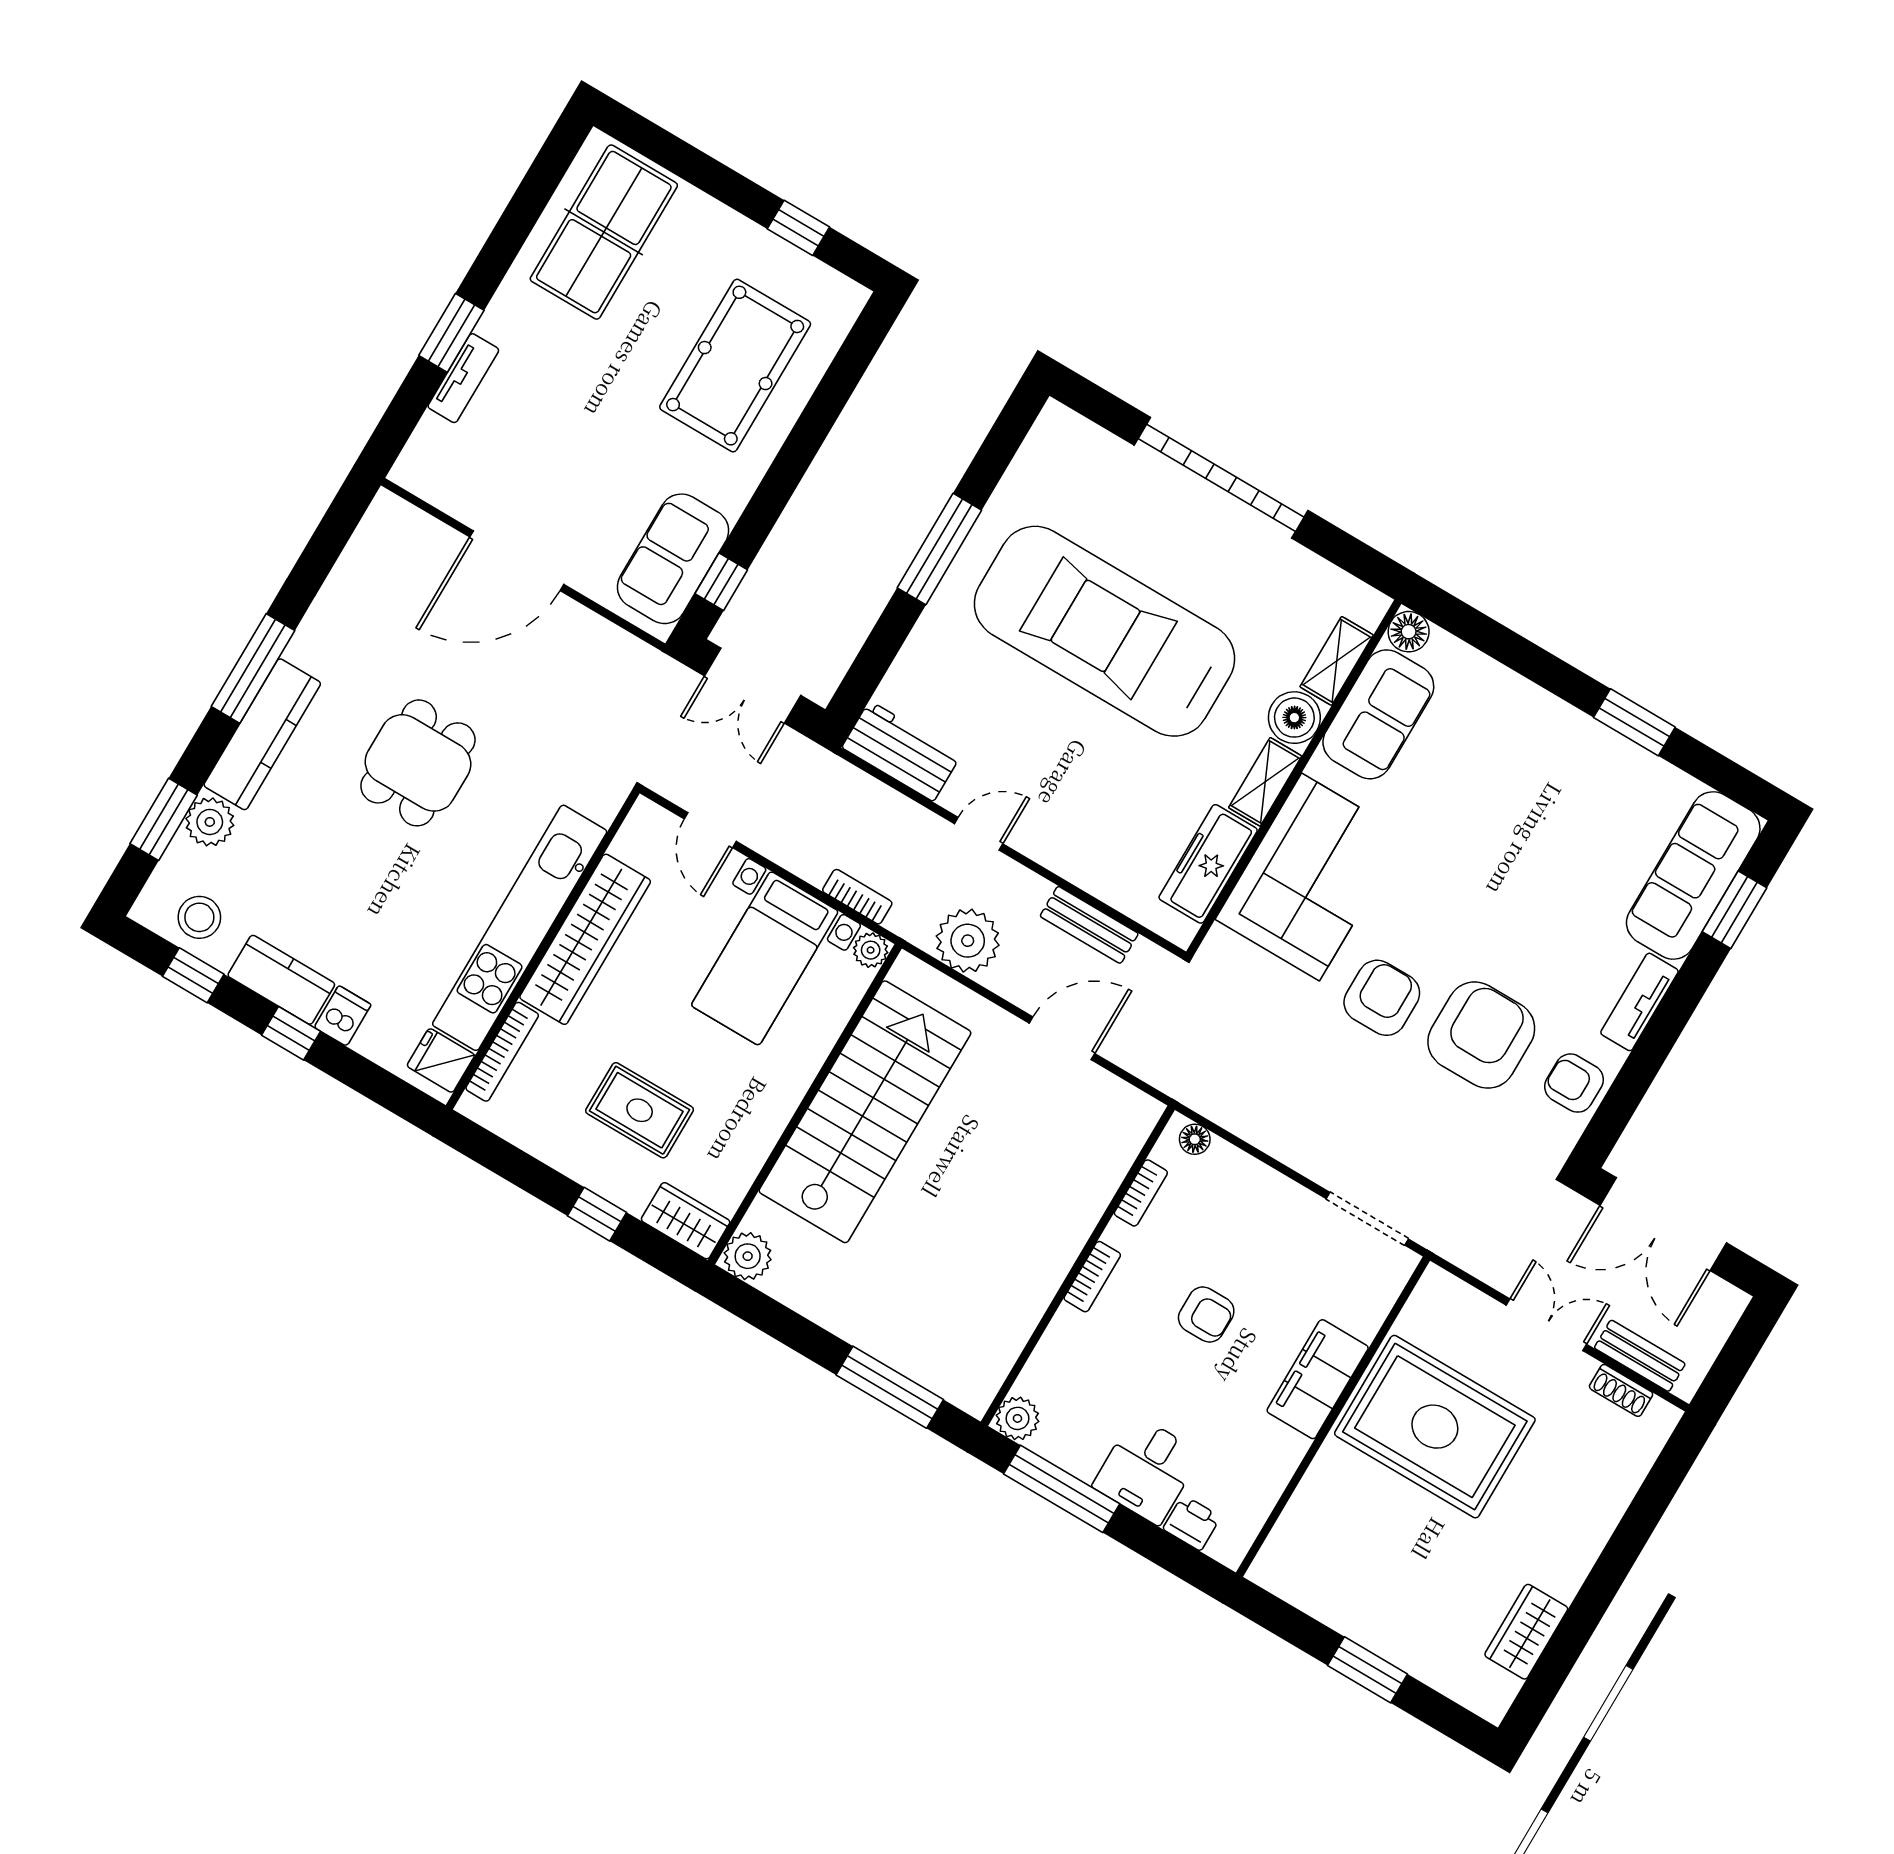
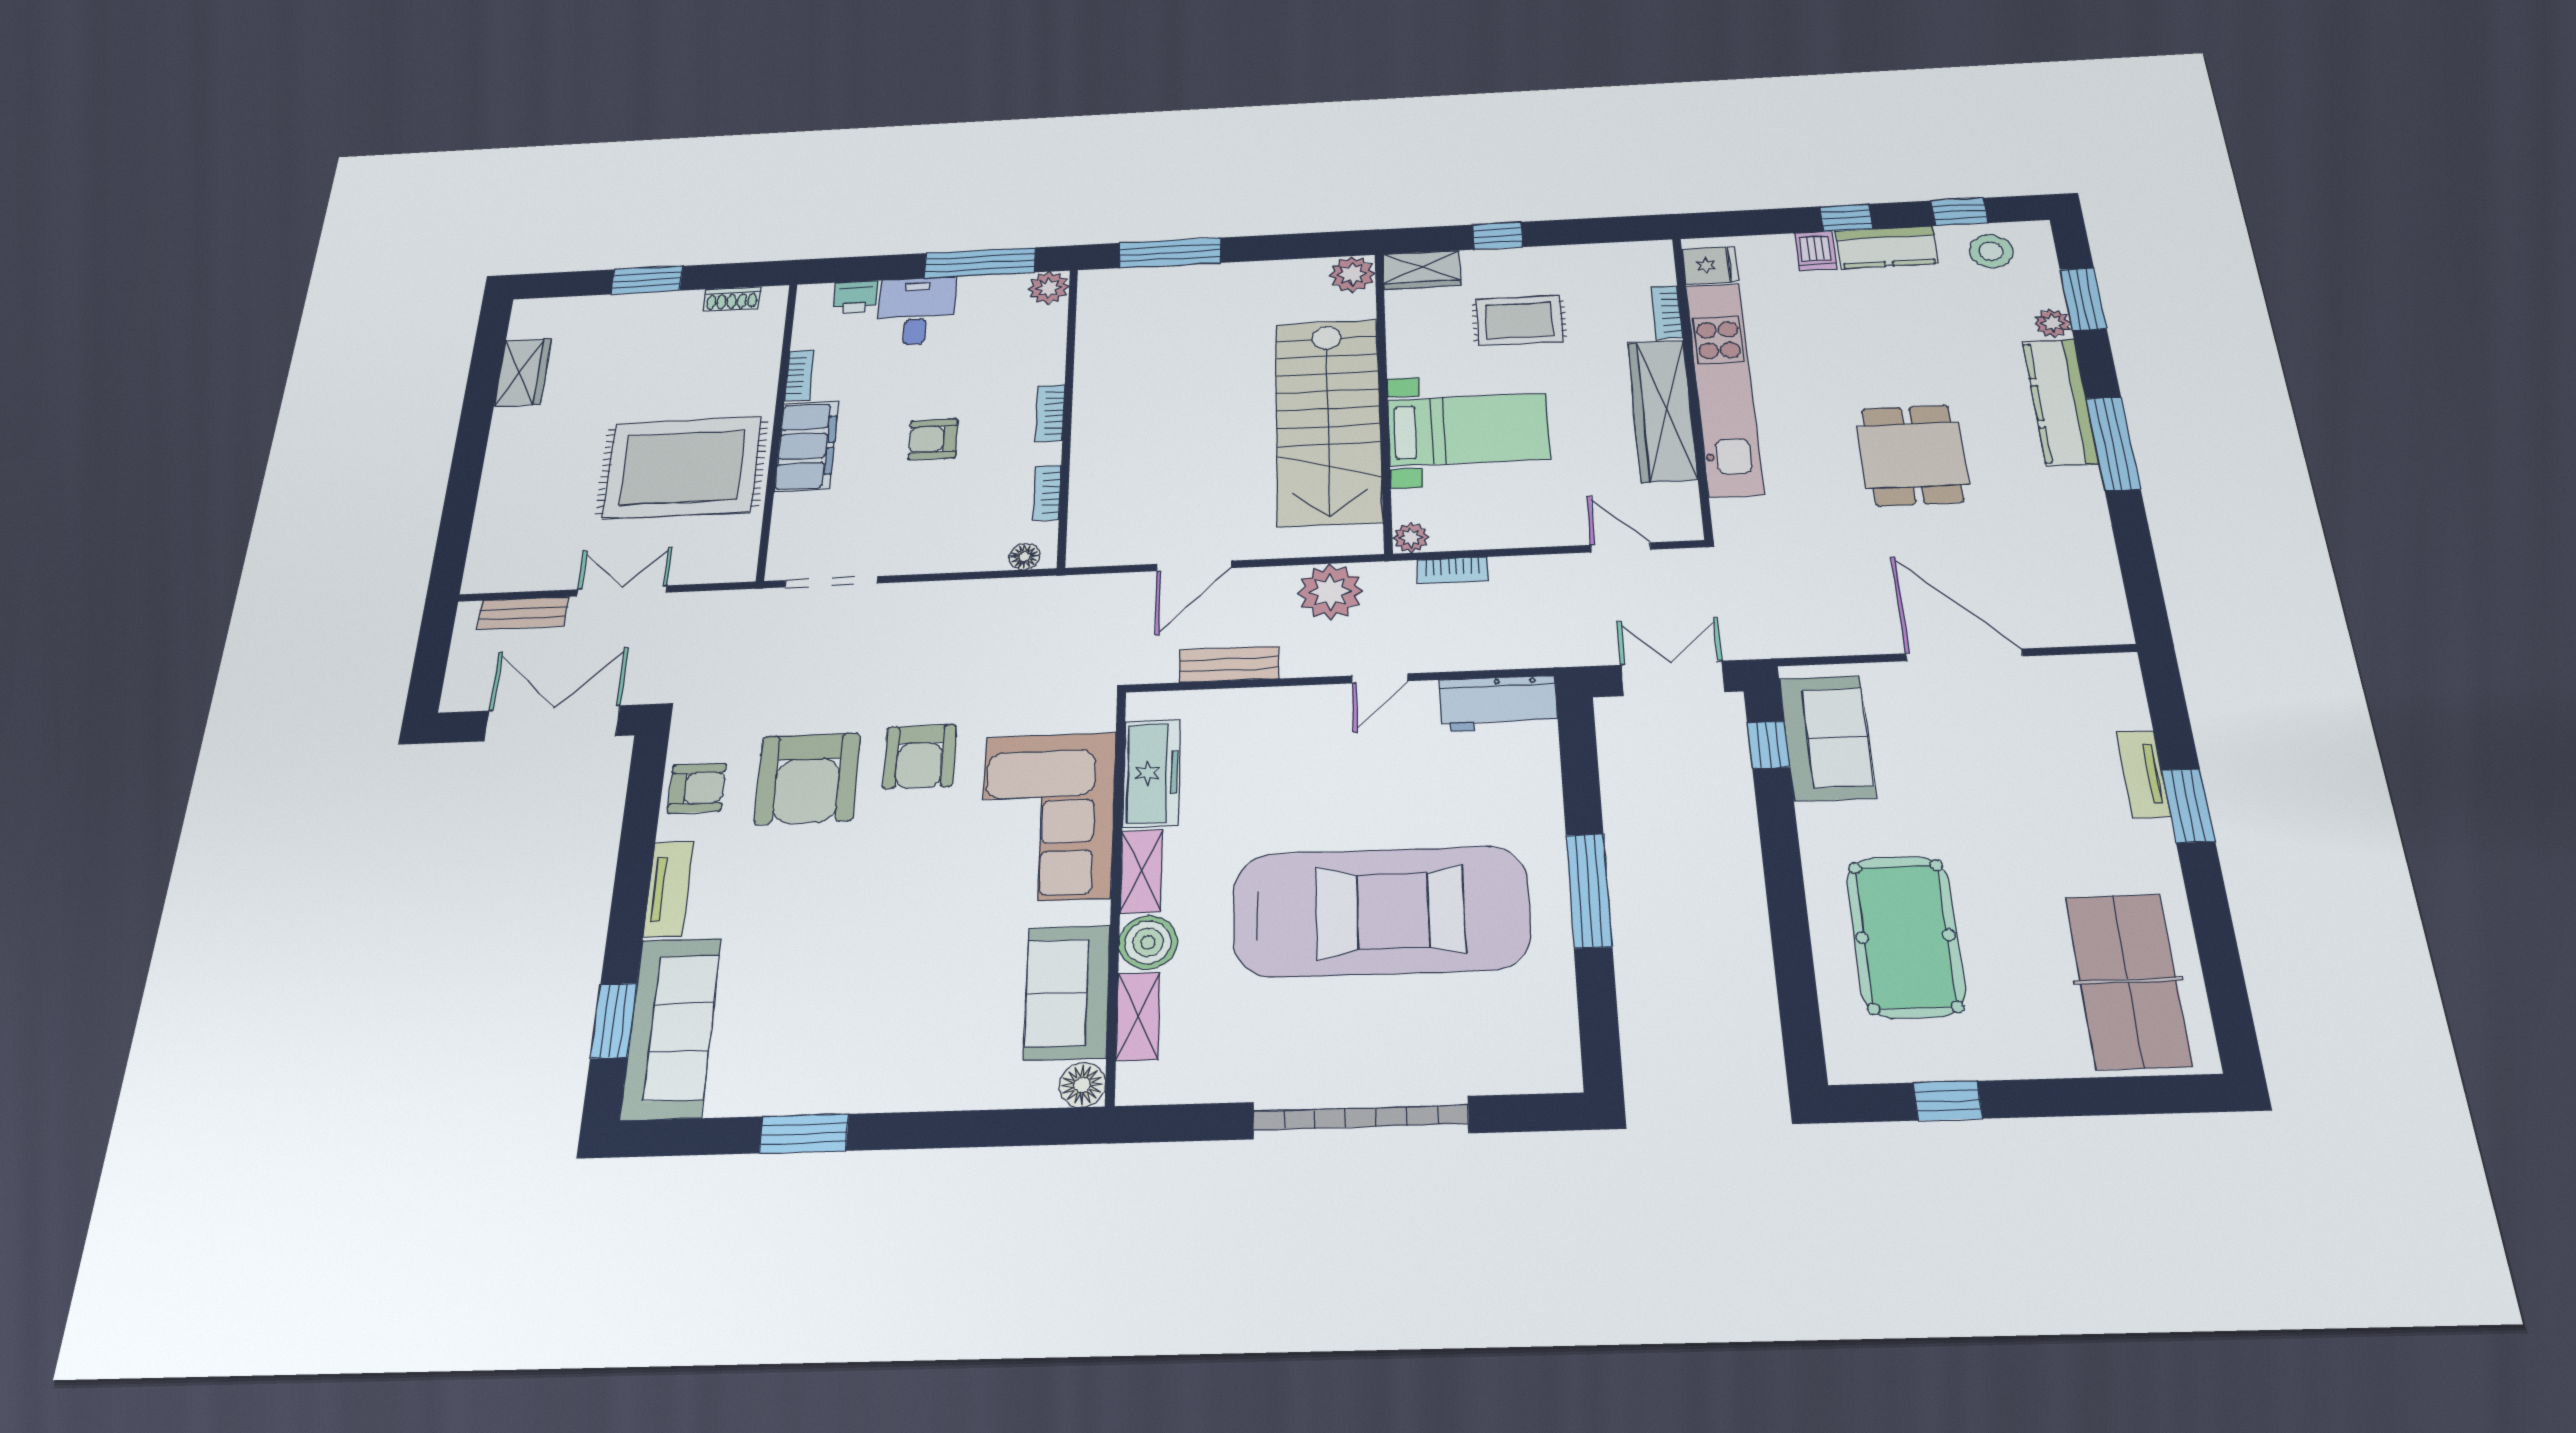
door: (517, 561) -> (1964, 655), hinge flipped
plant: (210, 822) -> (2052, 323), width x0.73, depth x0.73
bed with nightstands: (765, 958) -> (1468, 429), moved, turned 90
bookcase: (502, 1052) -> (1667, 312), width x0.64
double door: (1546, 1325) -> (622, 591), swing flipped
shoe rack: (1621, 1390) -> (732, 299), moved, turned 180
bookcase: (1286, 1464) -> (799, 376), added

